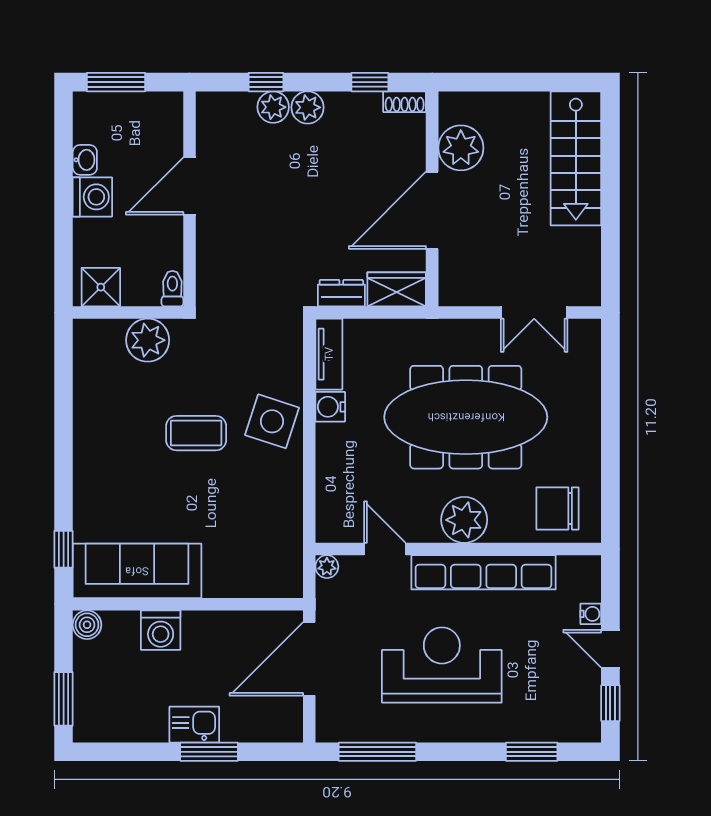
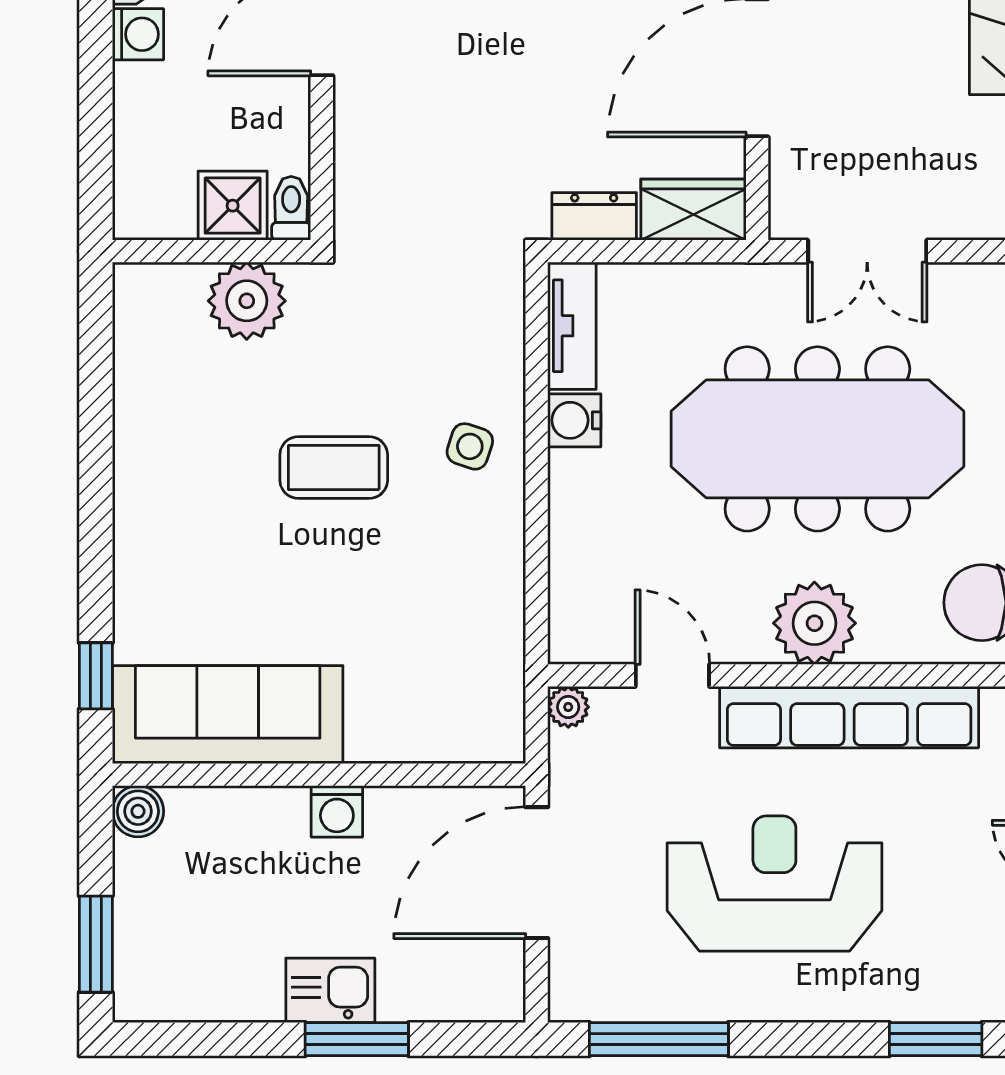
washing machine: (92, 197) -> (138, 34), width x0.73, depth x0.73
shower: (101, 287) -> (233, 206), moved
double door: (534, 312) -> (867, 251), moved
side table: (272, 421) -> (470, 446), width x0.54, depth x0.54
washing machine: (161, 630) -> (337, 811), moved, width x0.73, depth x0.73

